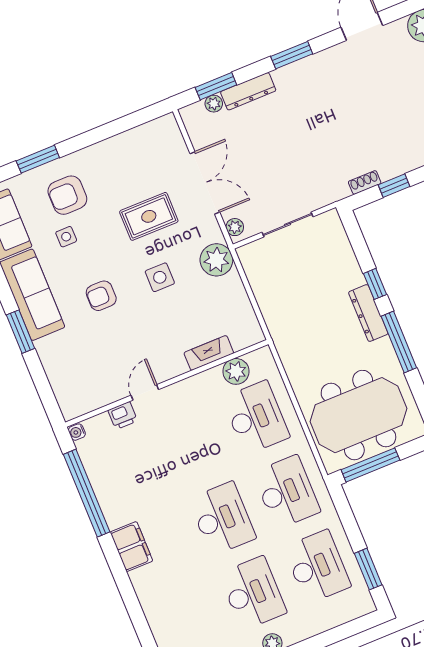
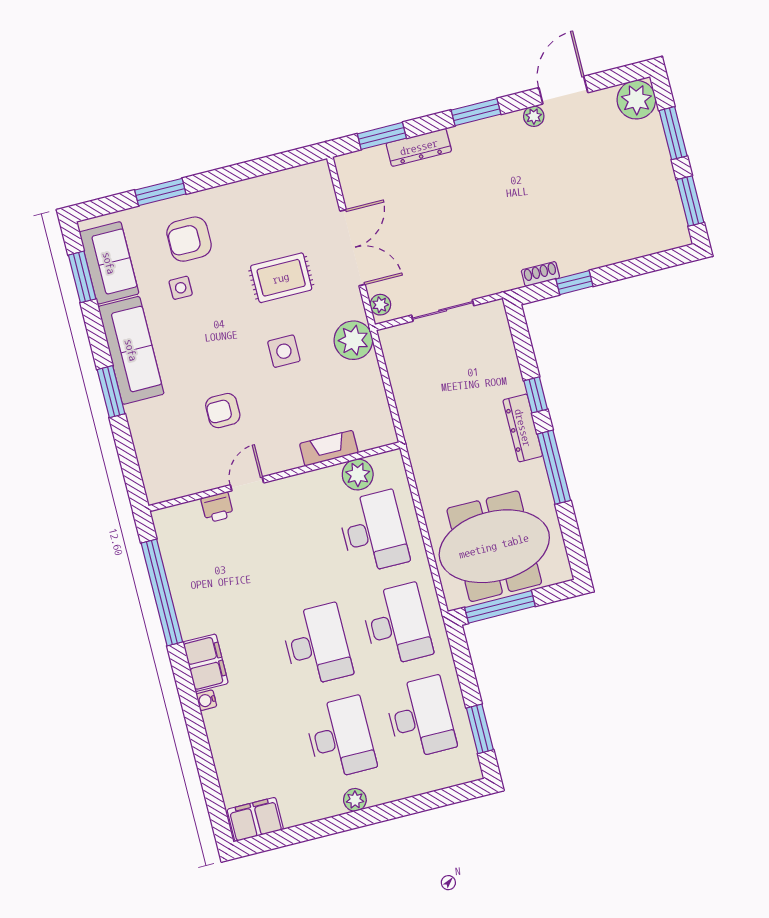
plant: (214, 104) -> (534, 116), moved
armchair: (101, 296) -> (223, 411), moved
water cooler: (77, 432) -> (206, 700), moved

